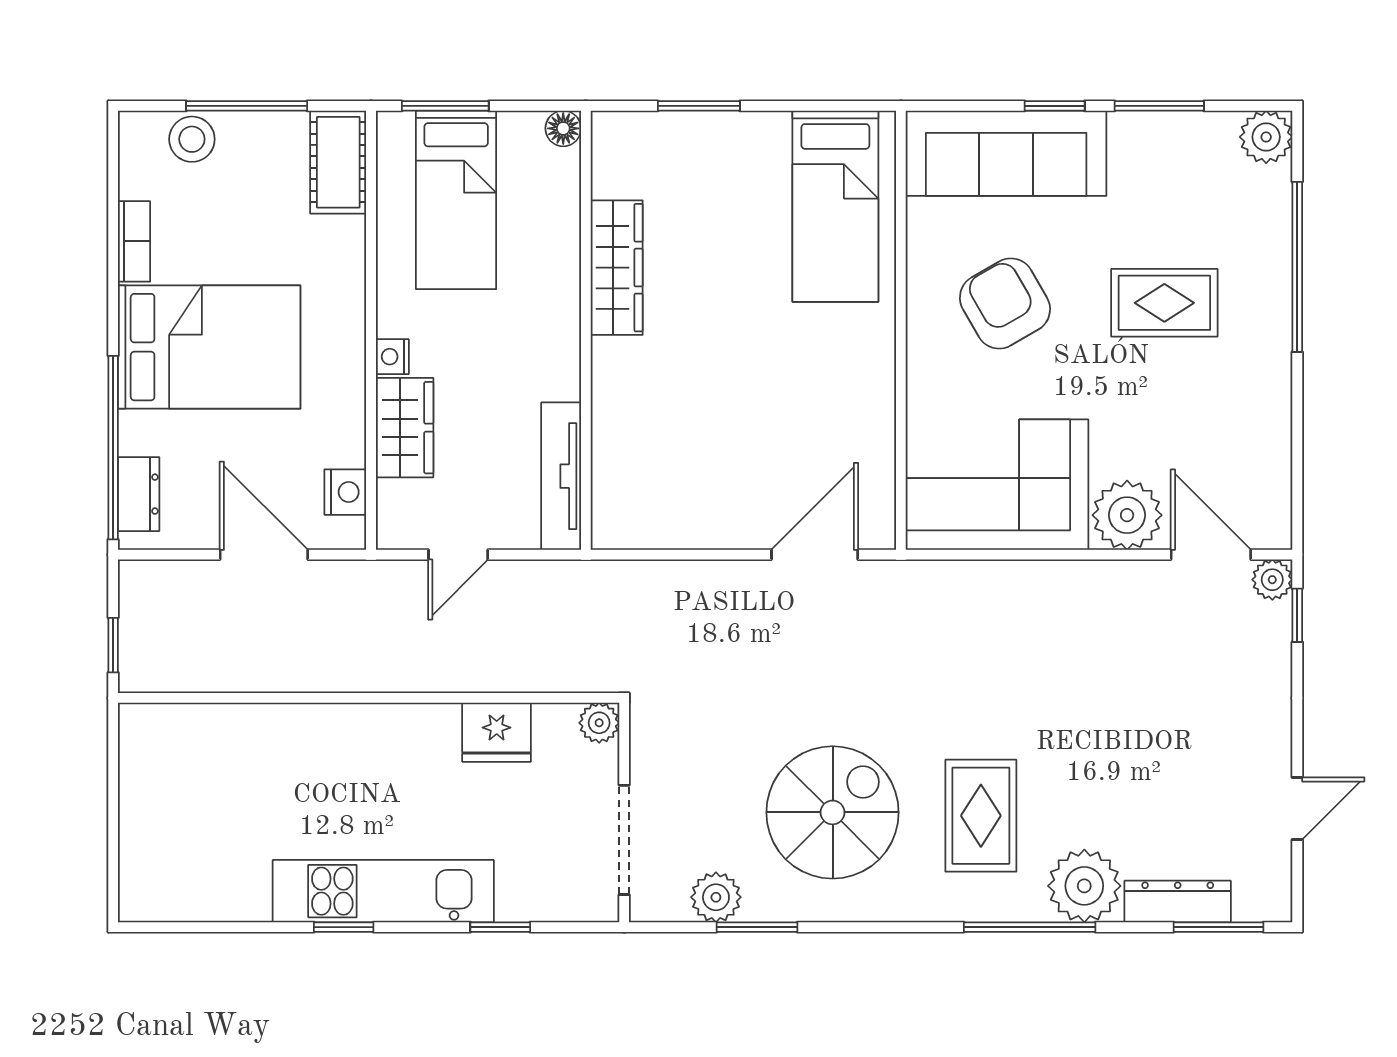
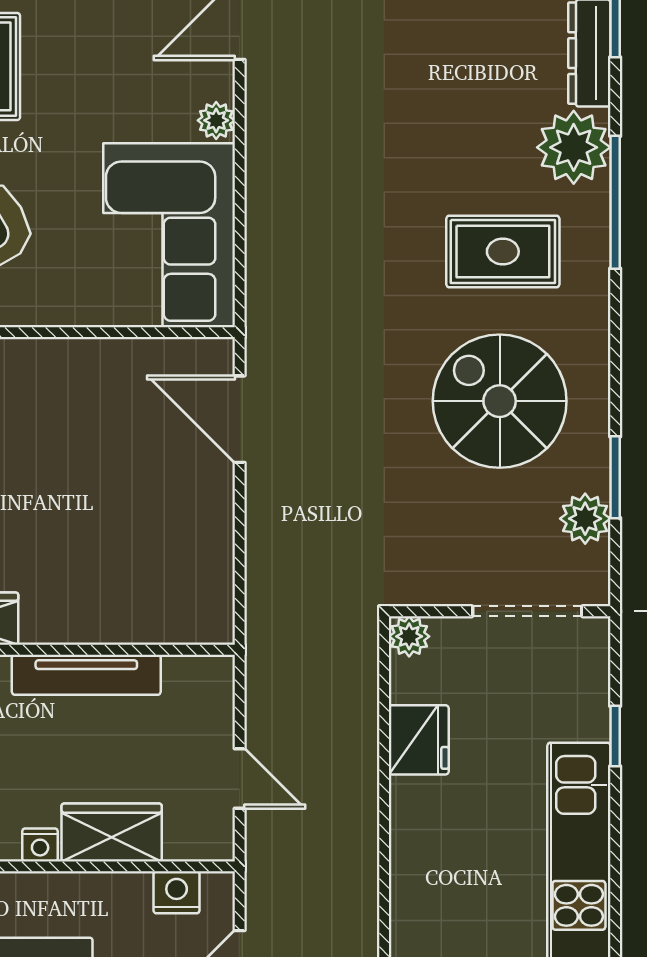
tv unit: (561, 476) -> (86, 675), moved
plant: (1127, 515) -> (216, 120), width x0.53, depth x0.53
window: (344, 927) -> (615, 894), removed

